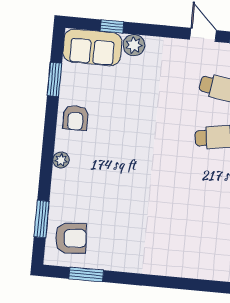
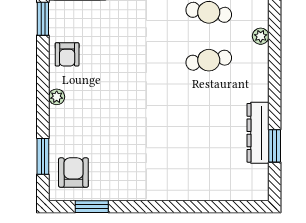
armchair: (71, 238) -> (73, 173), turned -86

